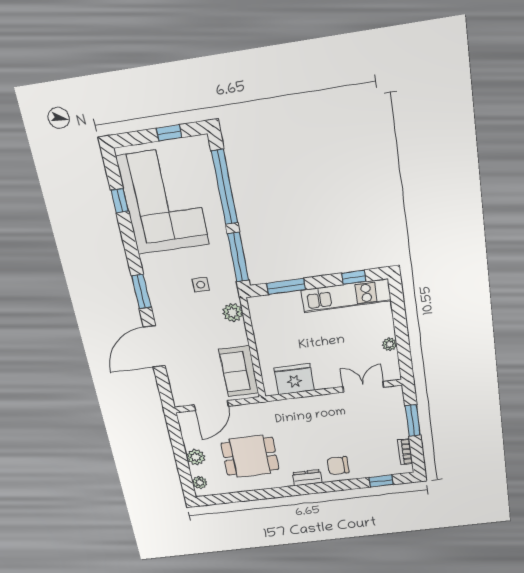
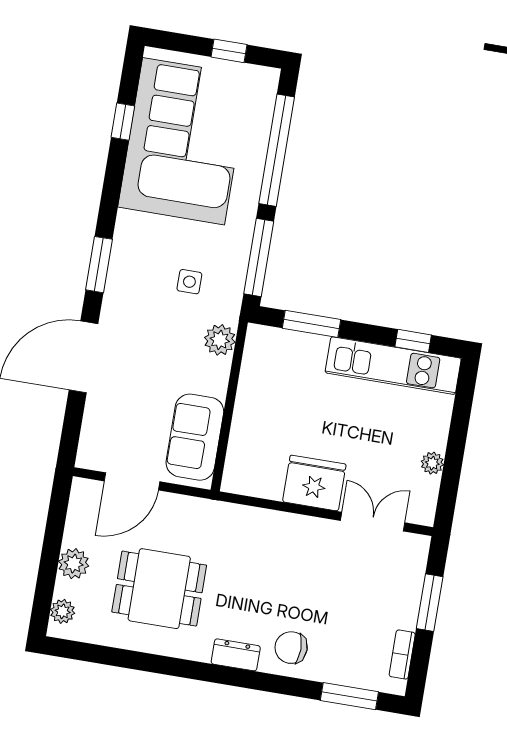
fridge: (294, 379) -> (314, 483), moved
window: (381, 481) -> (349, 696), width x1.50

